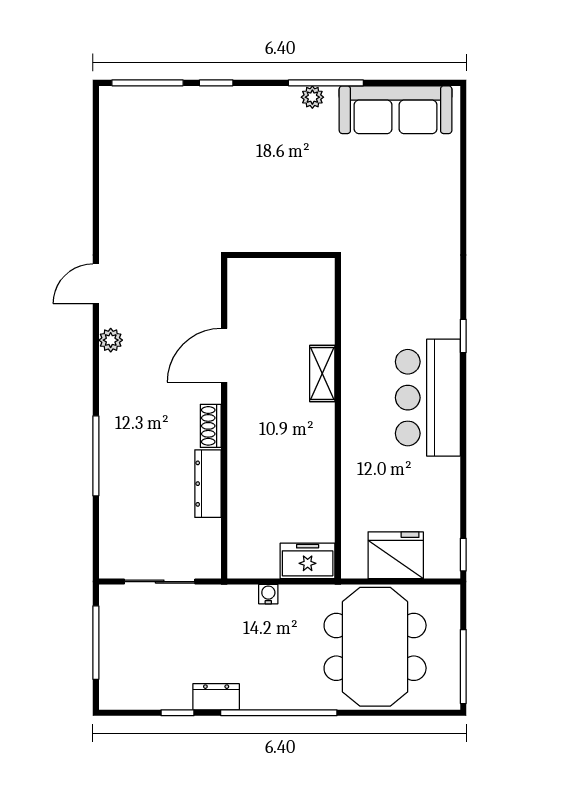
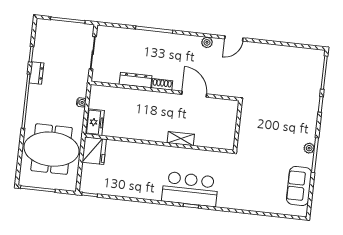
sofa: (396, 110) -> (299, 186), width x0.73
door: (96, 284) -> (234, 38), swing flipped
bar counter: (428, 398) -> (190, 189), moved
fridge: (396, 555) -> (94, 151), moved

